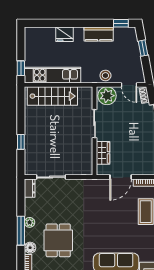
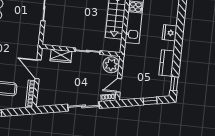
stool: (105, 75) -> (129, 65), removed

